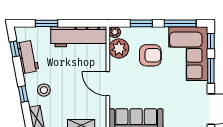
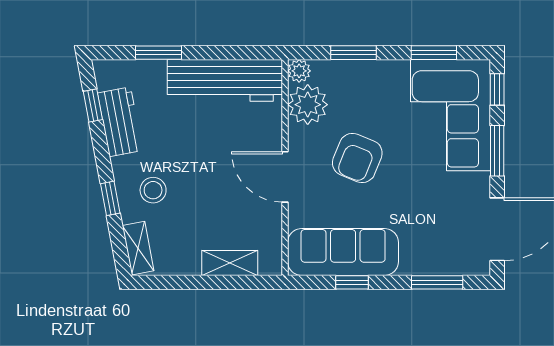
window: (180, 23) -> (434, 53), width x0.69
armchair: (150, 55) -> (357, 158), moved, turned 112

